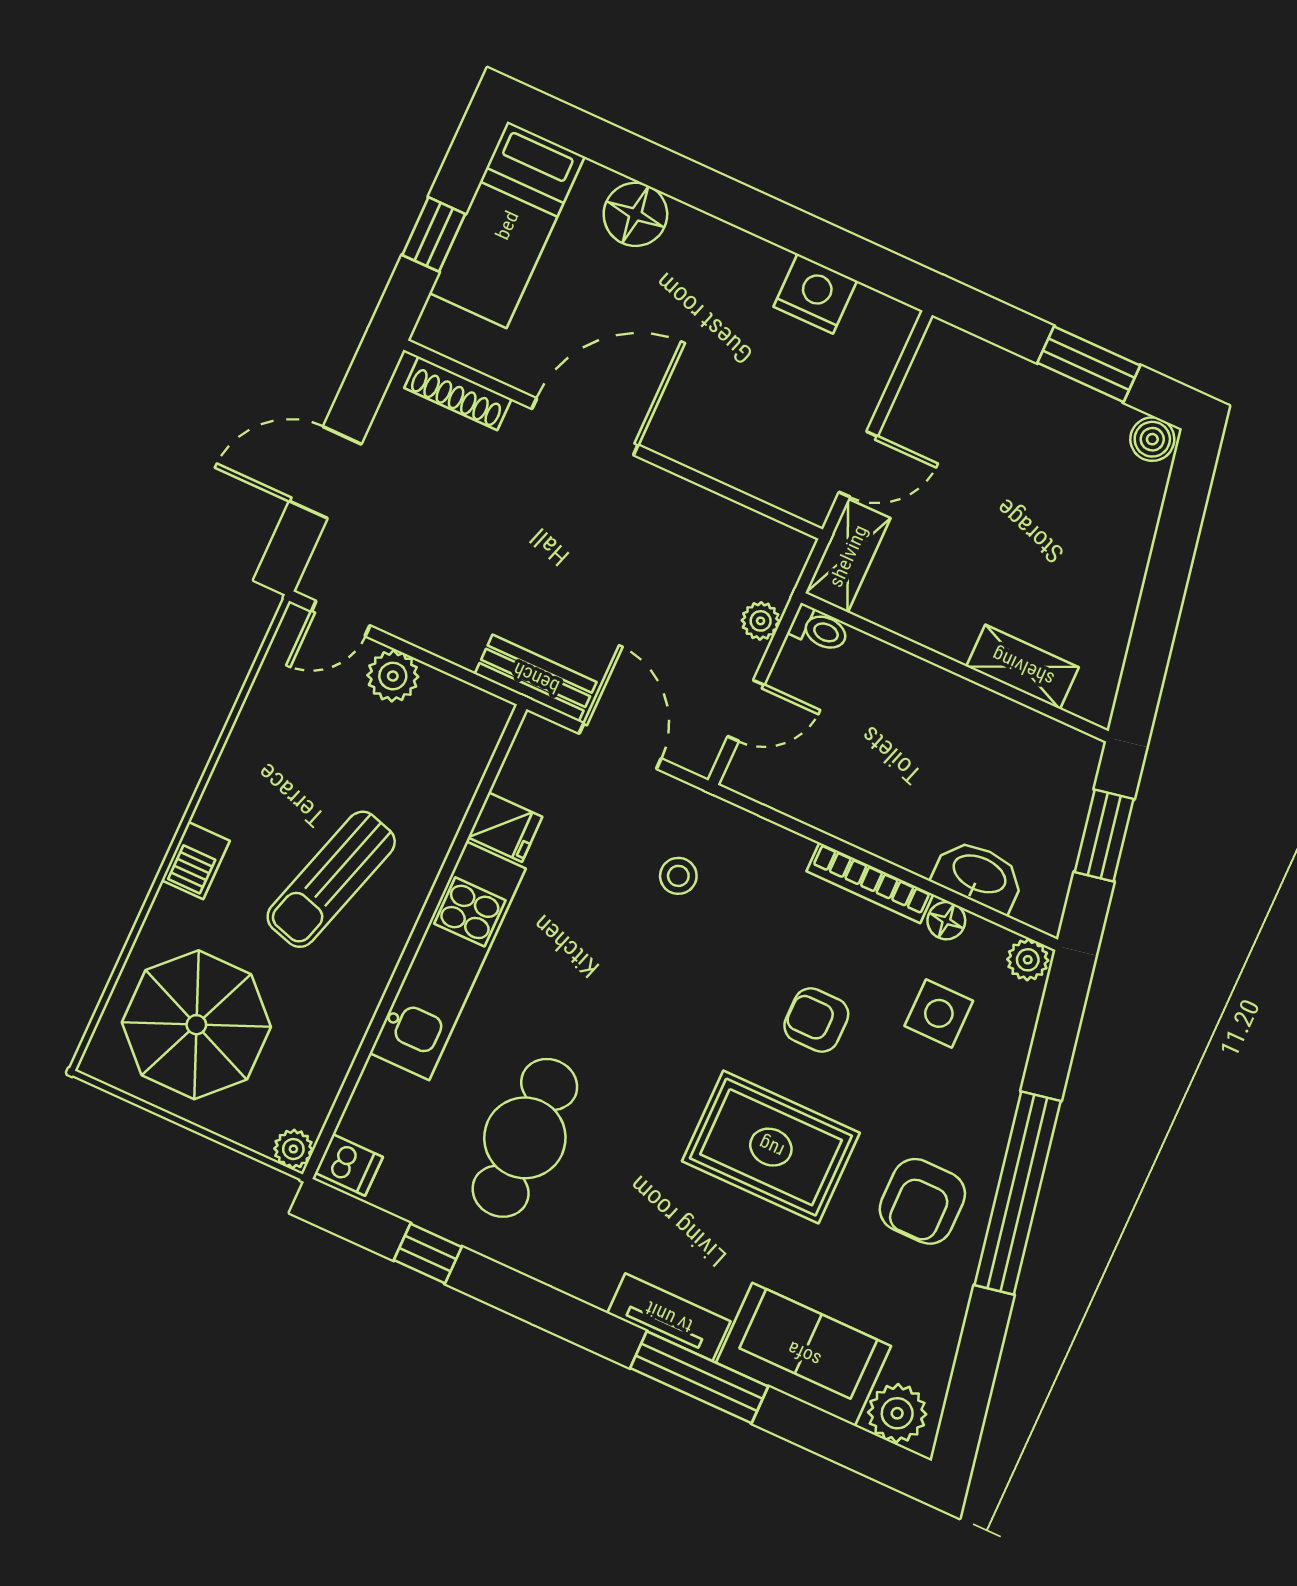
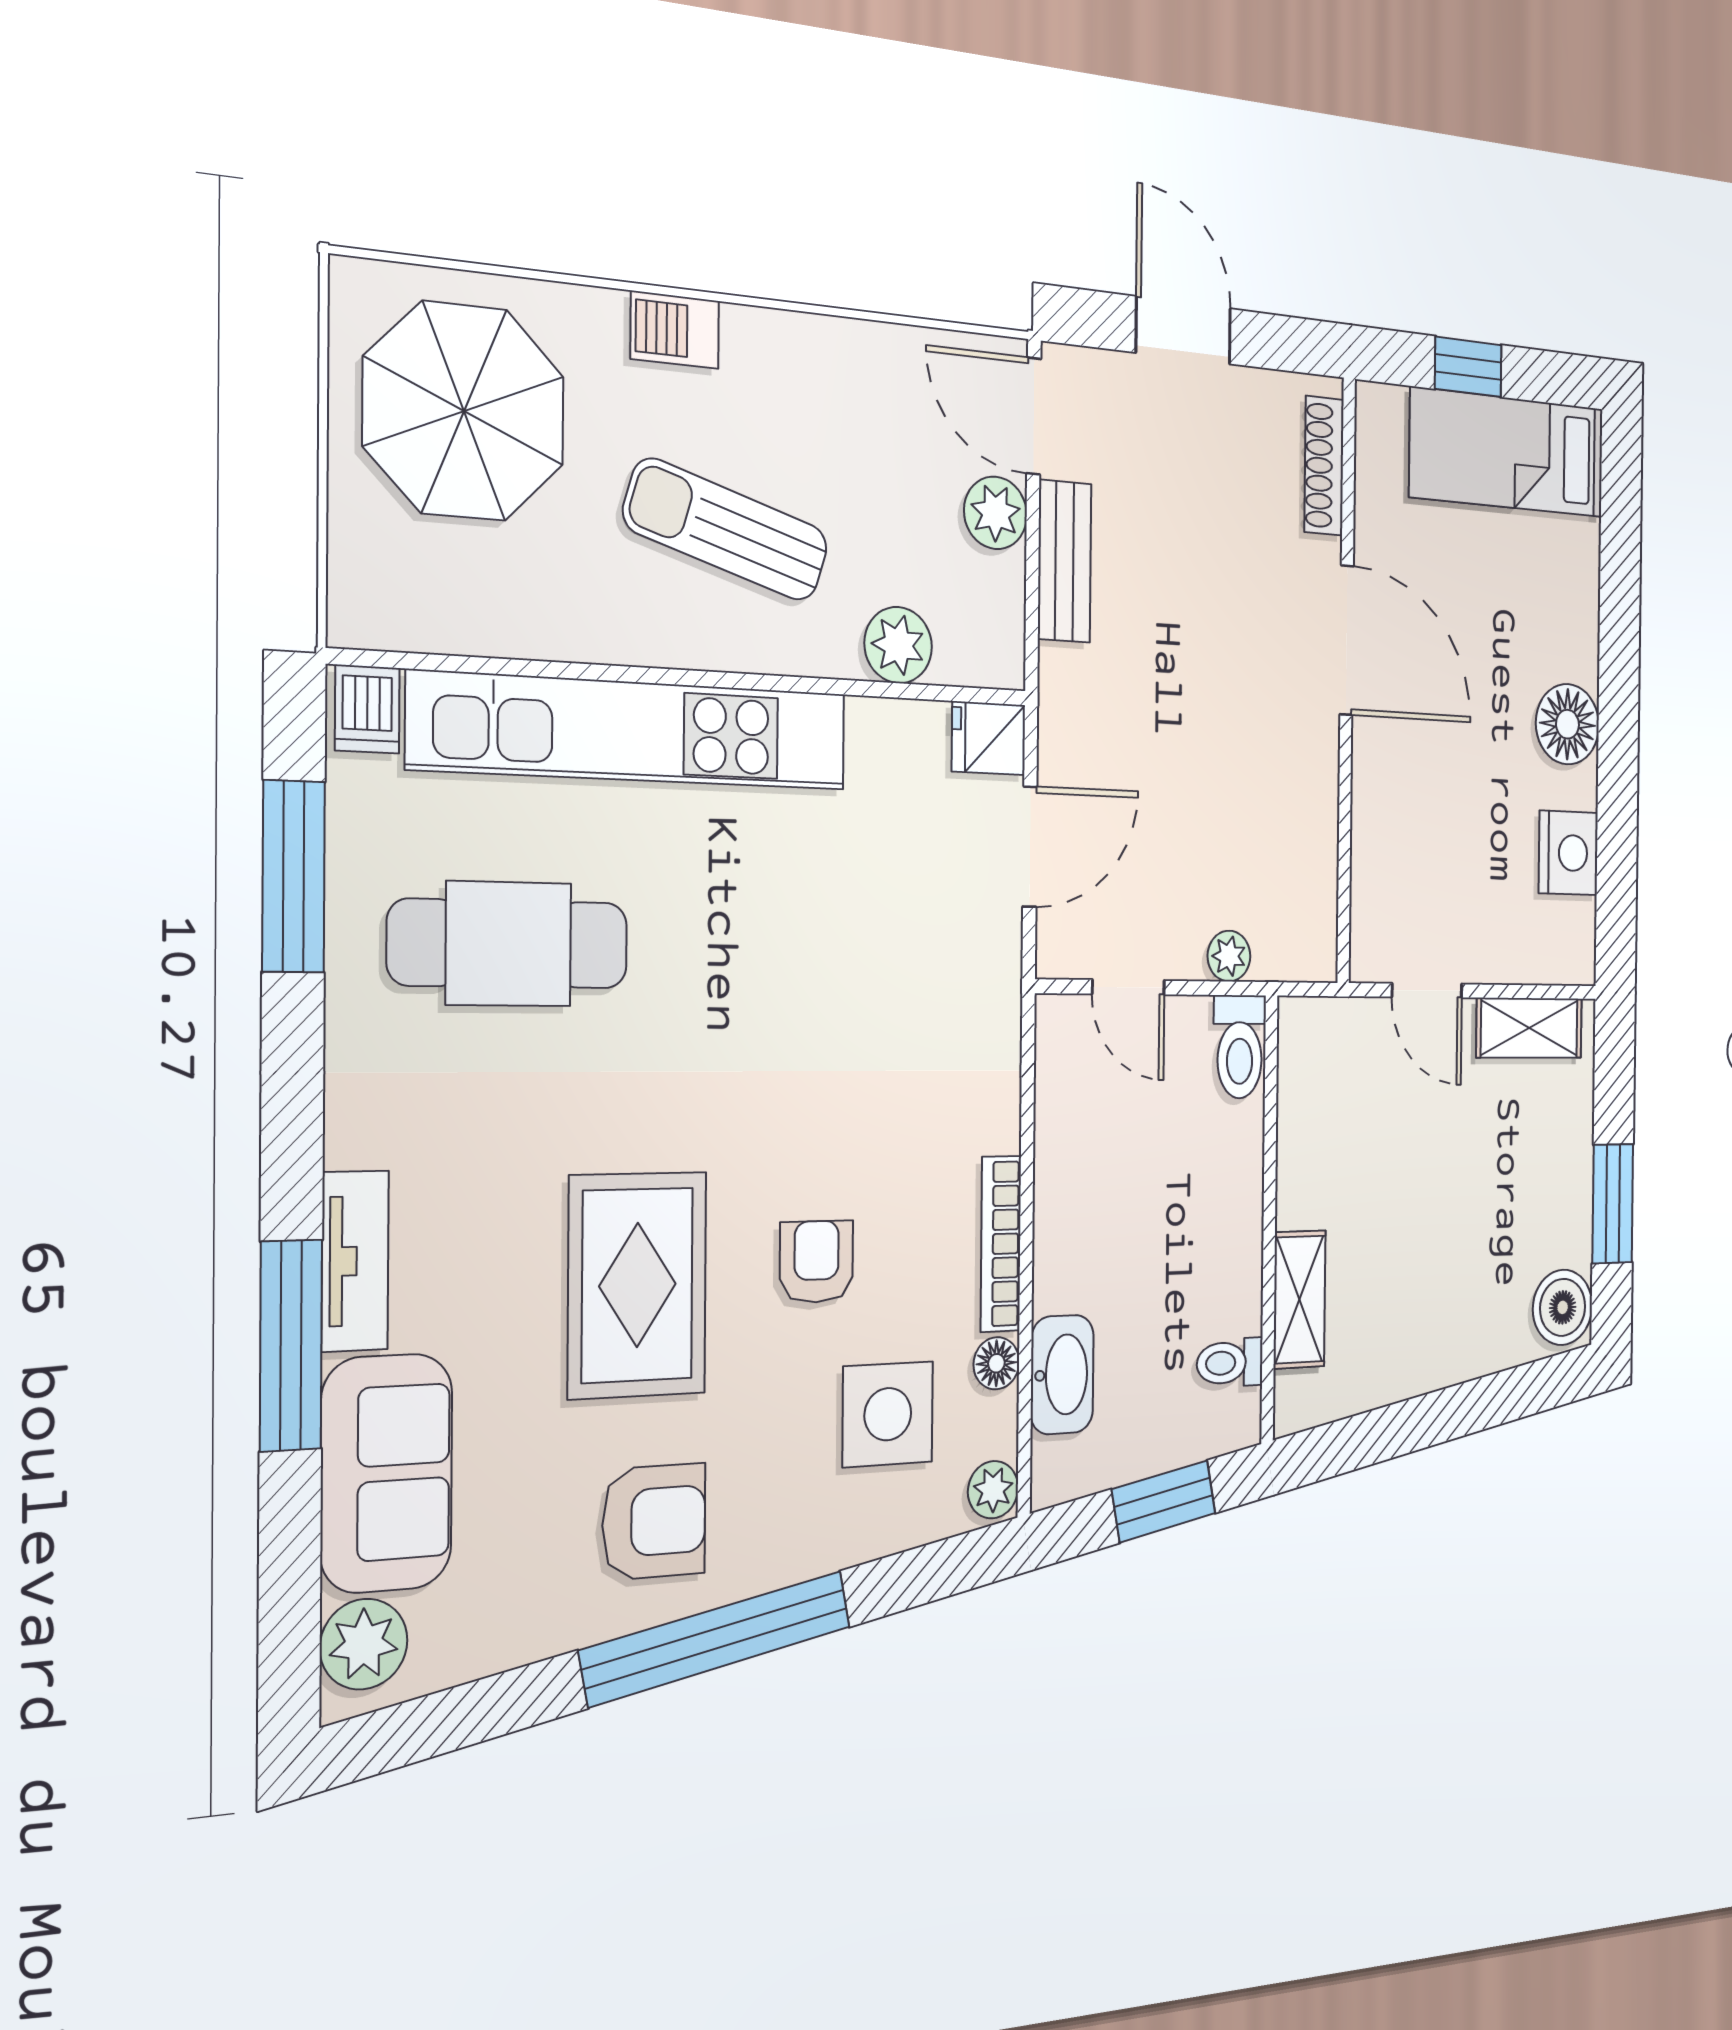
floor lamp: (635, 214) -> (1567, 724), moved
boiler: (1152, 439) -> (1563, 1307), width x1.36, depth x1.36
shelving: (848, 556) -> (1529, 1028), moved
door: (341, 619) -> (1034, 416), width x1.38
toilet: (819, 629) -> (1240, 1047), width x1.37, depth x1.39
bench: (536, 678) -> (1065, 561), moved
toilet: (1037, 742) -> (1230, 1363), added
fridge: (505, 827) -> (989, 738), moved, turned 90
stool: (678, 876) -> (913, 995), removed
kitchen unit: (448, 961) -> (632, 731), width x1.36
side table: (939, 1013) -> (888, 1414), width x1.37, depth x1.37
plant: (293, 1149) -> (898, 645), moved, width x1.38, depth x1.38
armchair: (922, 1201) -> (654, 1522), turned 180
window: (428, 1254) -> (294, 877), width x2.17

